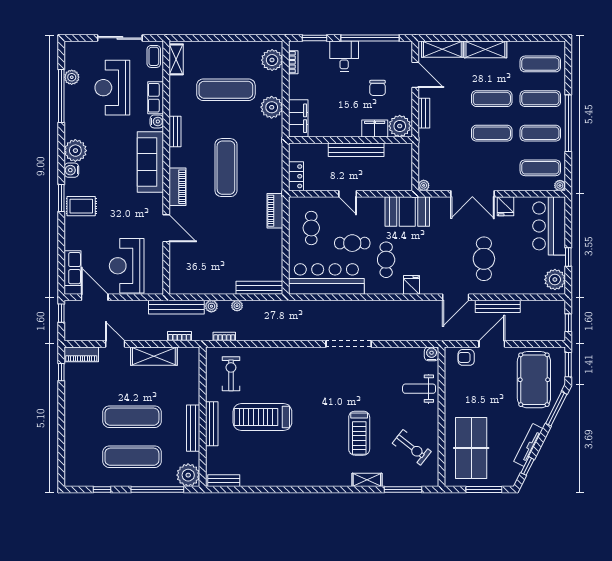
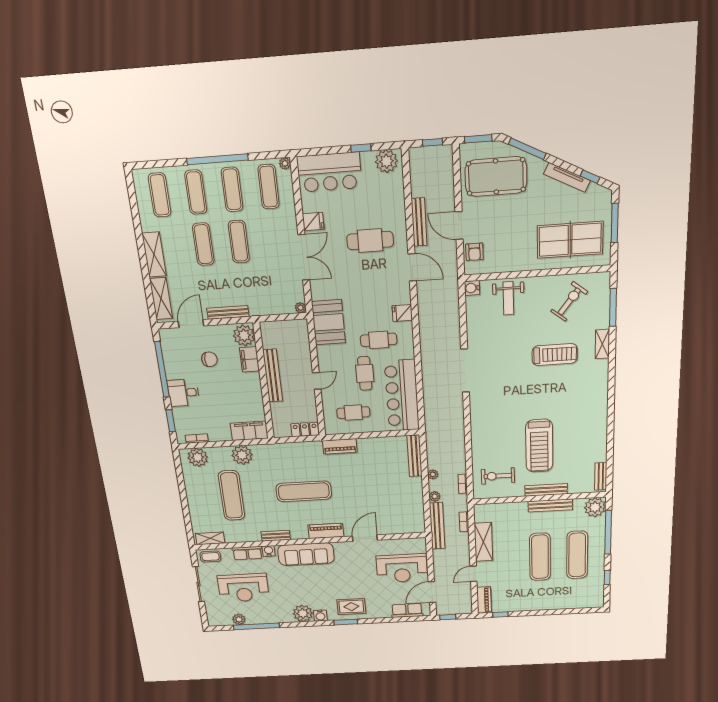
bench: (424, 113) -> (228, 312), width x1.36
rug: (81, 206) -> (351, 607), turned 90

